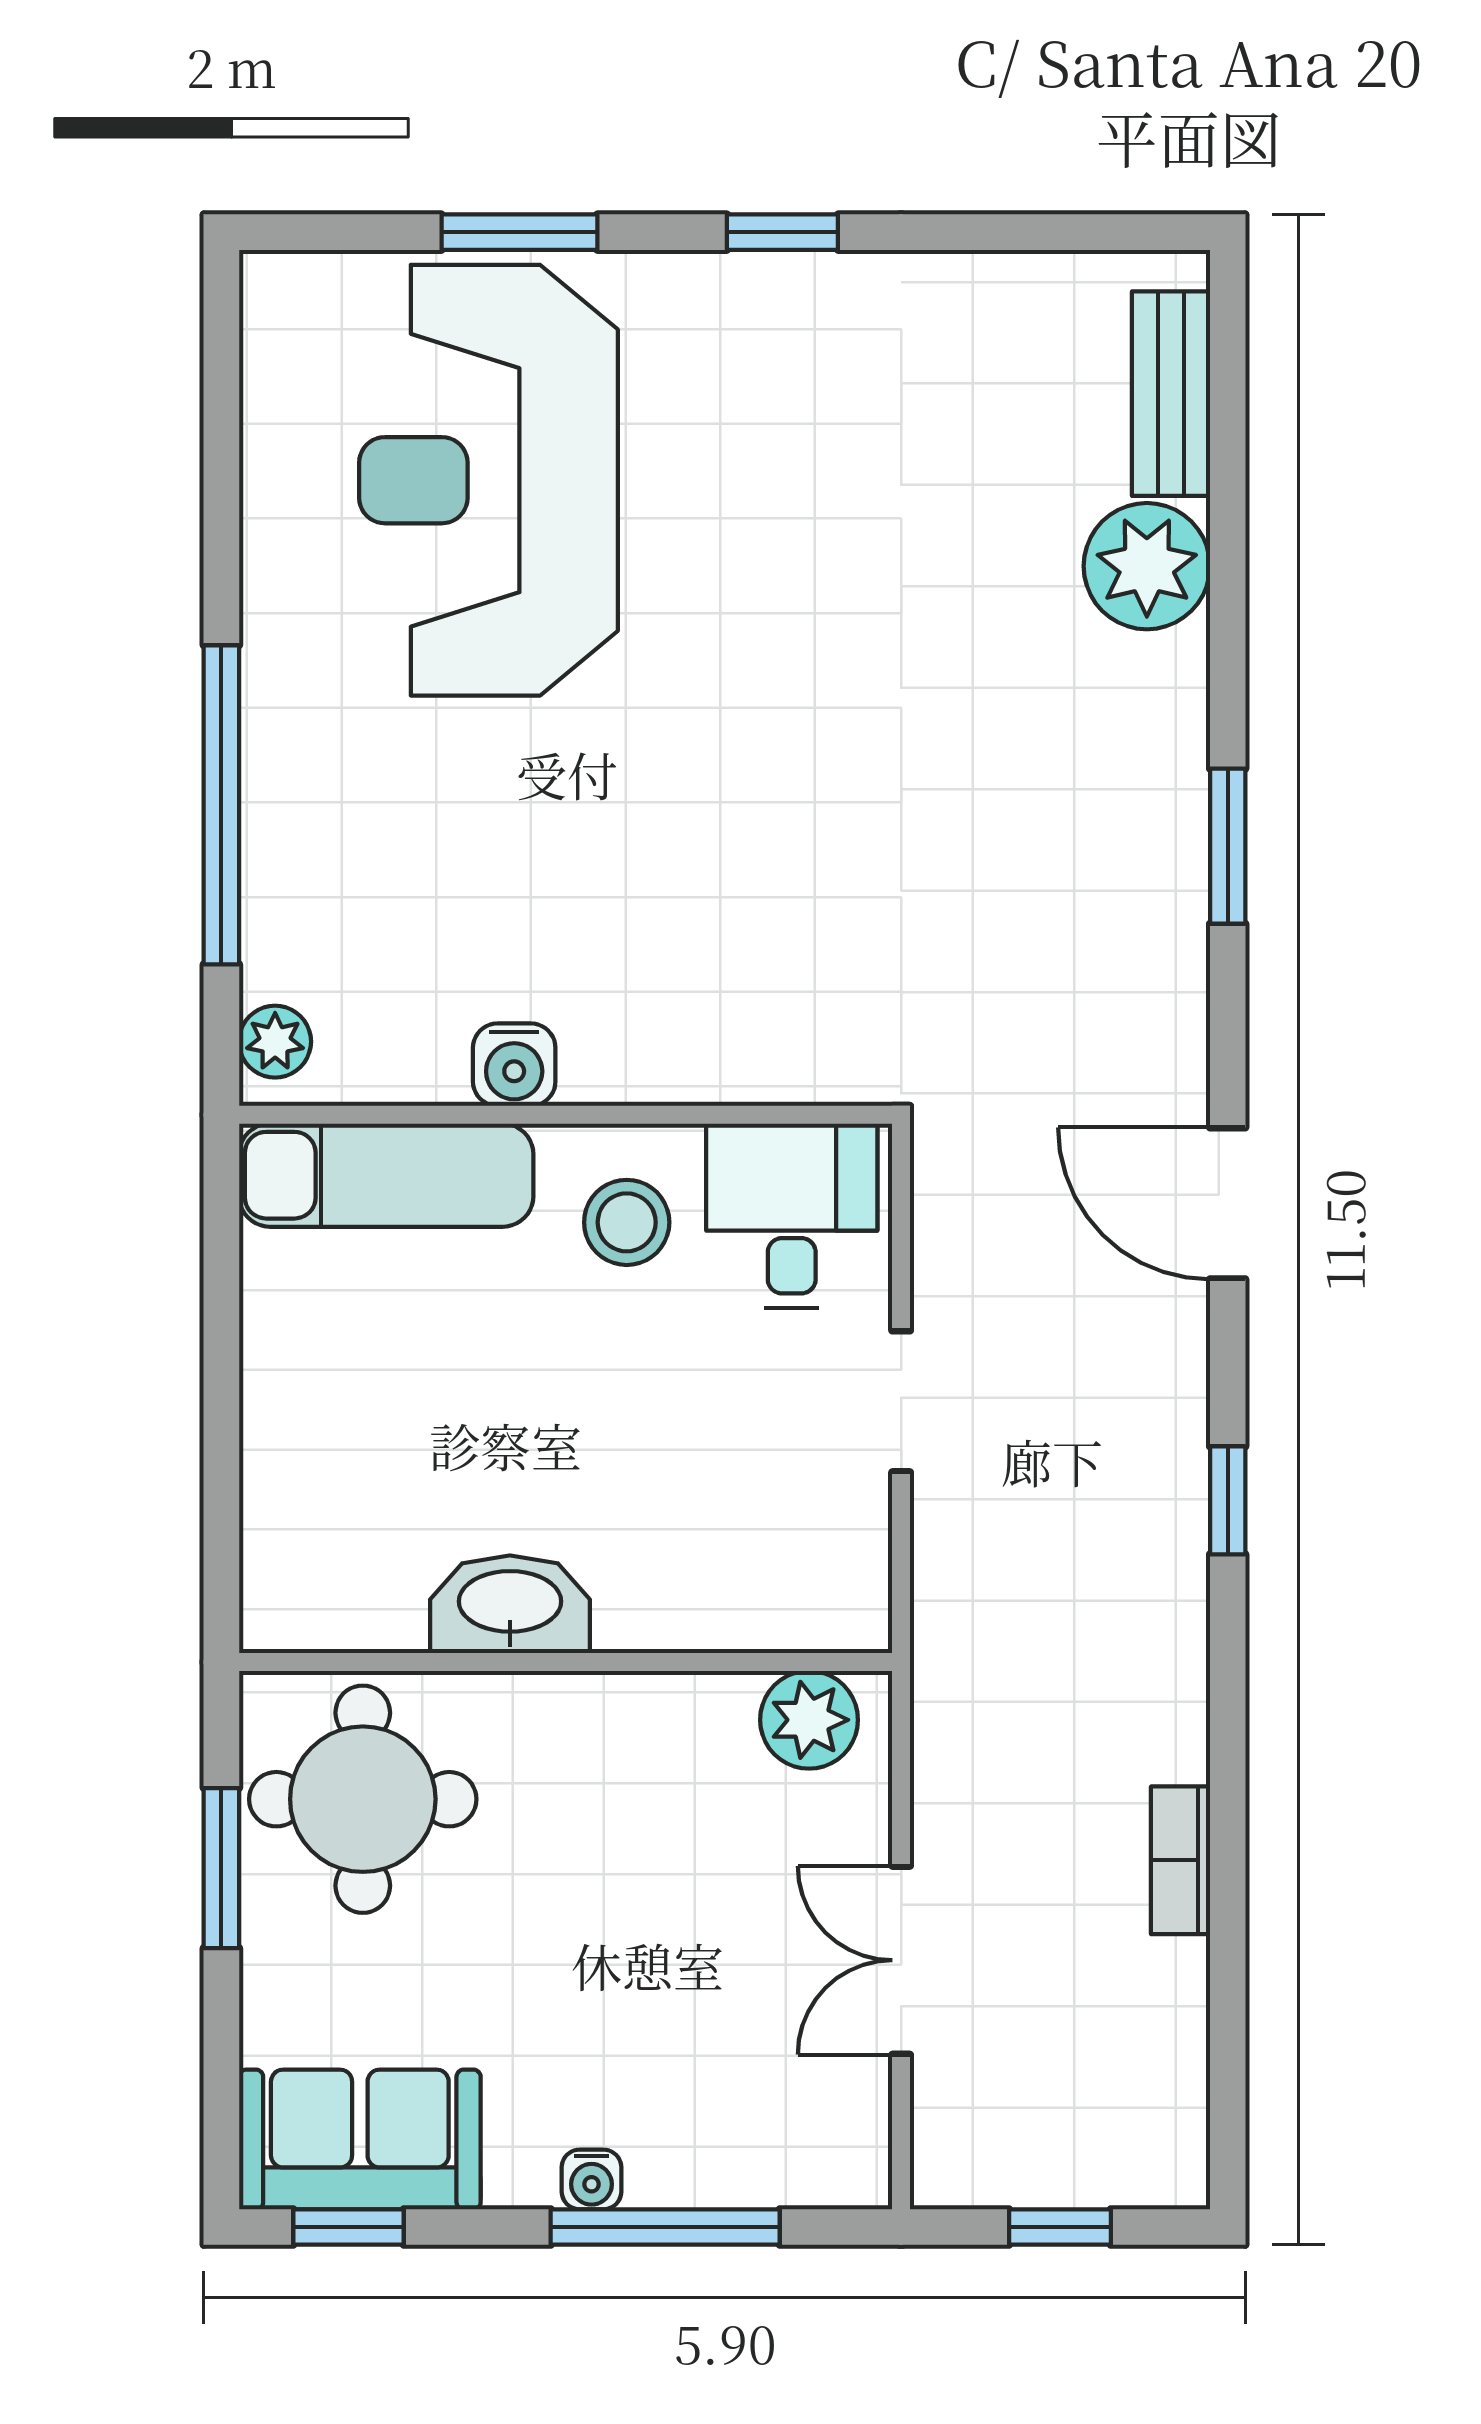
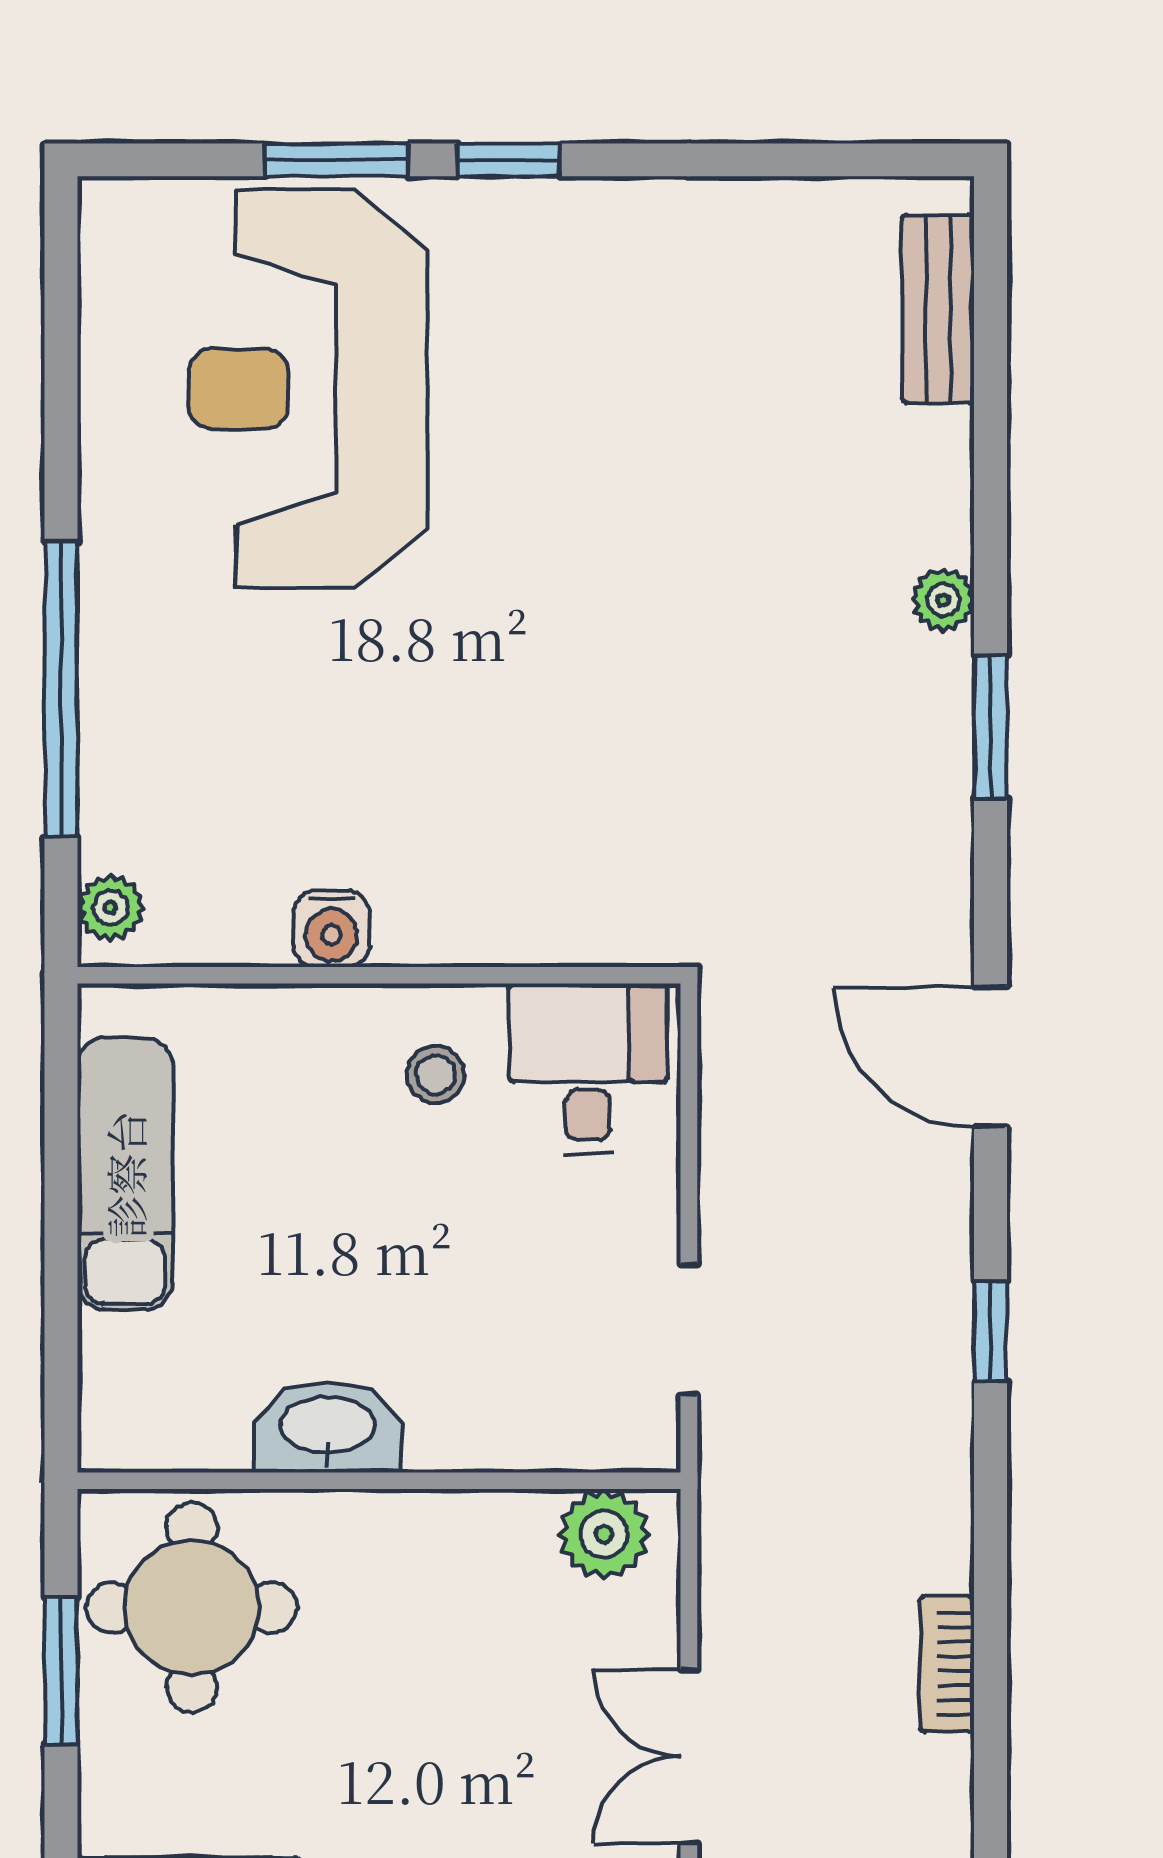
window: (782, 232) -> (508, 160), moved
plant: (1147, 566) -> (943, 600), moved, width x0.53, depth x0.53
exam couch: (386, 1175) -> (125, 1174), moved, turned -90
stool: (627, 1222) -> (435, 1075), width x0.73, depth x0.73
doorway: (901, 1401) -> (689, 1330), moved

